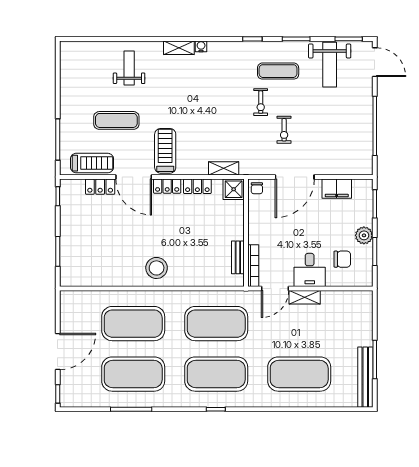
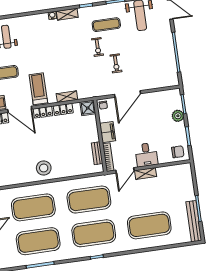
shelving: (179, 48) -> (67, 14), moved
shelving: (224, 168) -> (67, 97), moved
filing cabinet: (337, 189) -> (108, 132), moved, turned -90
plant: (364, 235) -> (178, 116), moved
chair: (342, 259) -> (178, 152), moved

